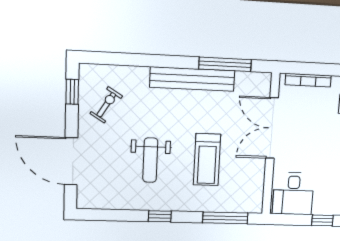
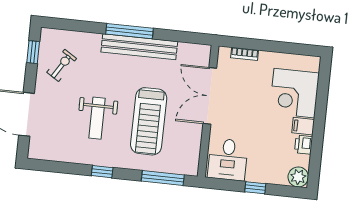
window: (225, 64) -> (129, 31), moved
bookcase: (308, 80) -> (245, 54), width x0.64
treadmill: (207, 160) -> (149, 121), width x1.37, depth x1.38

